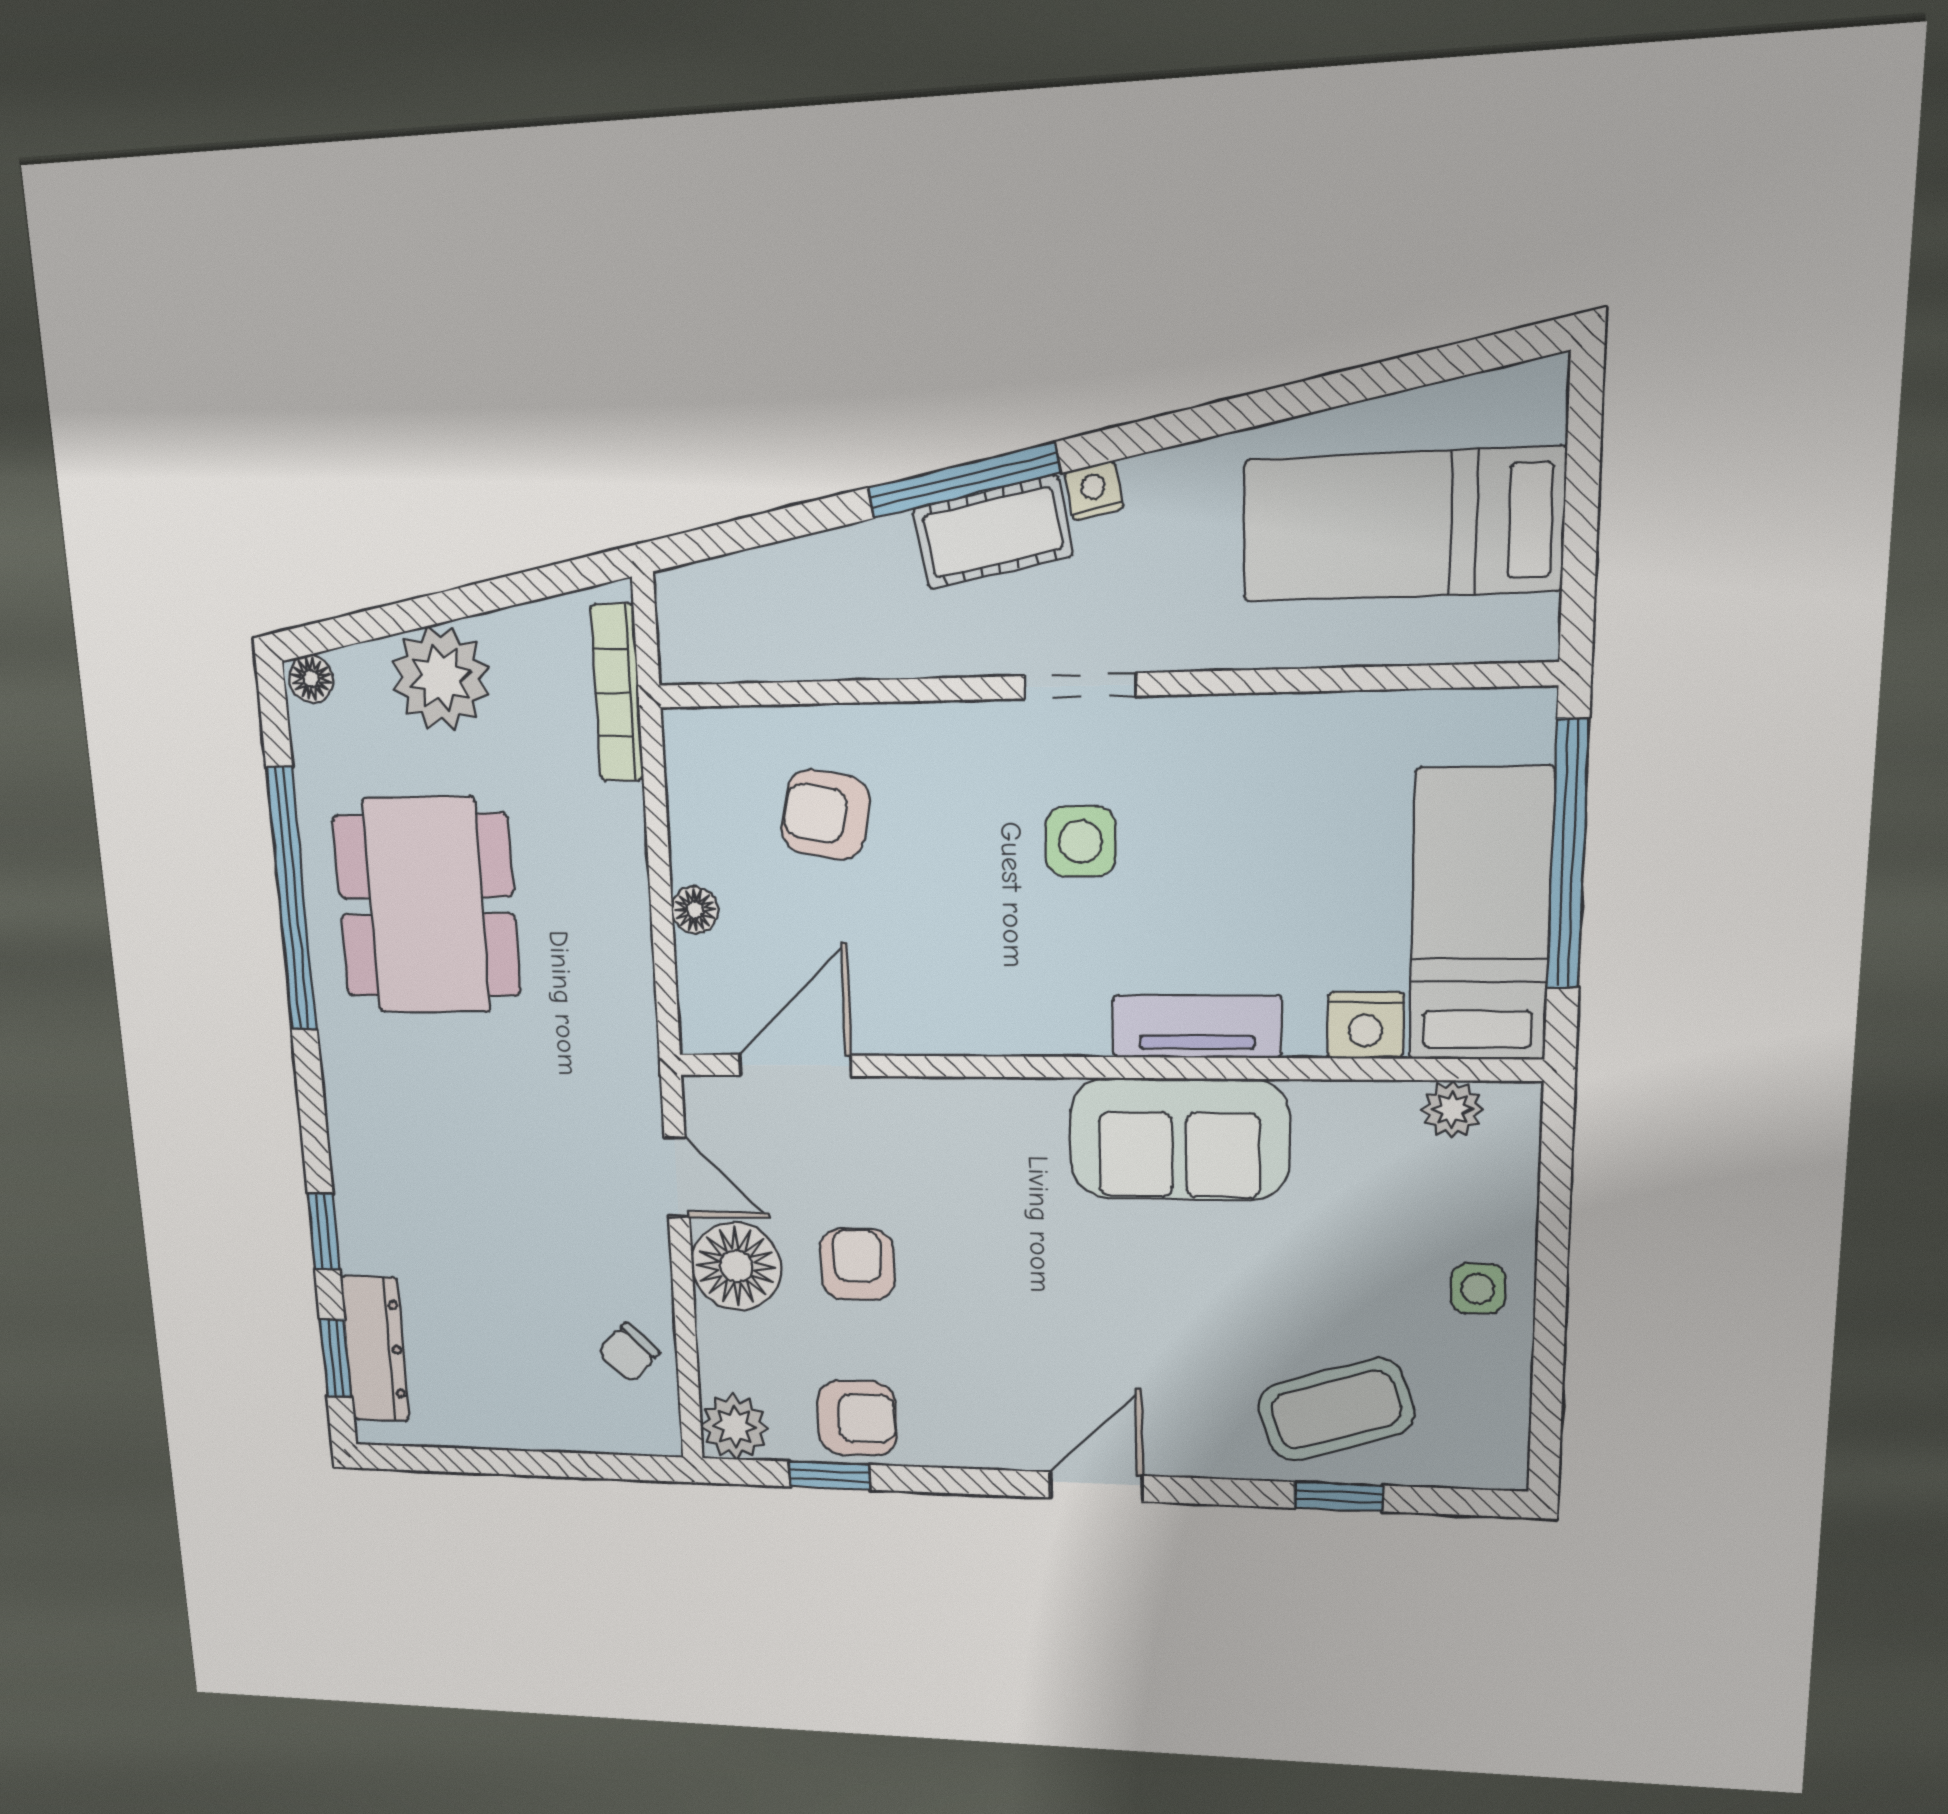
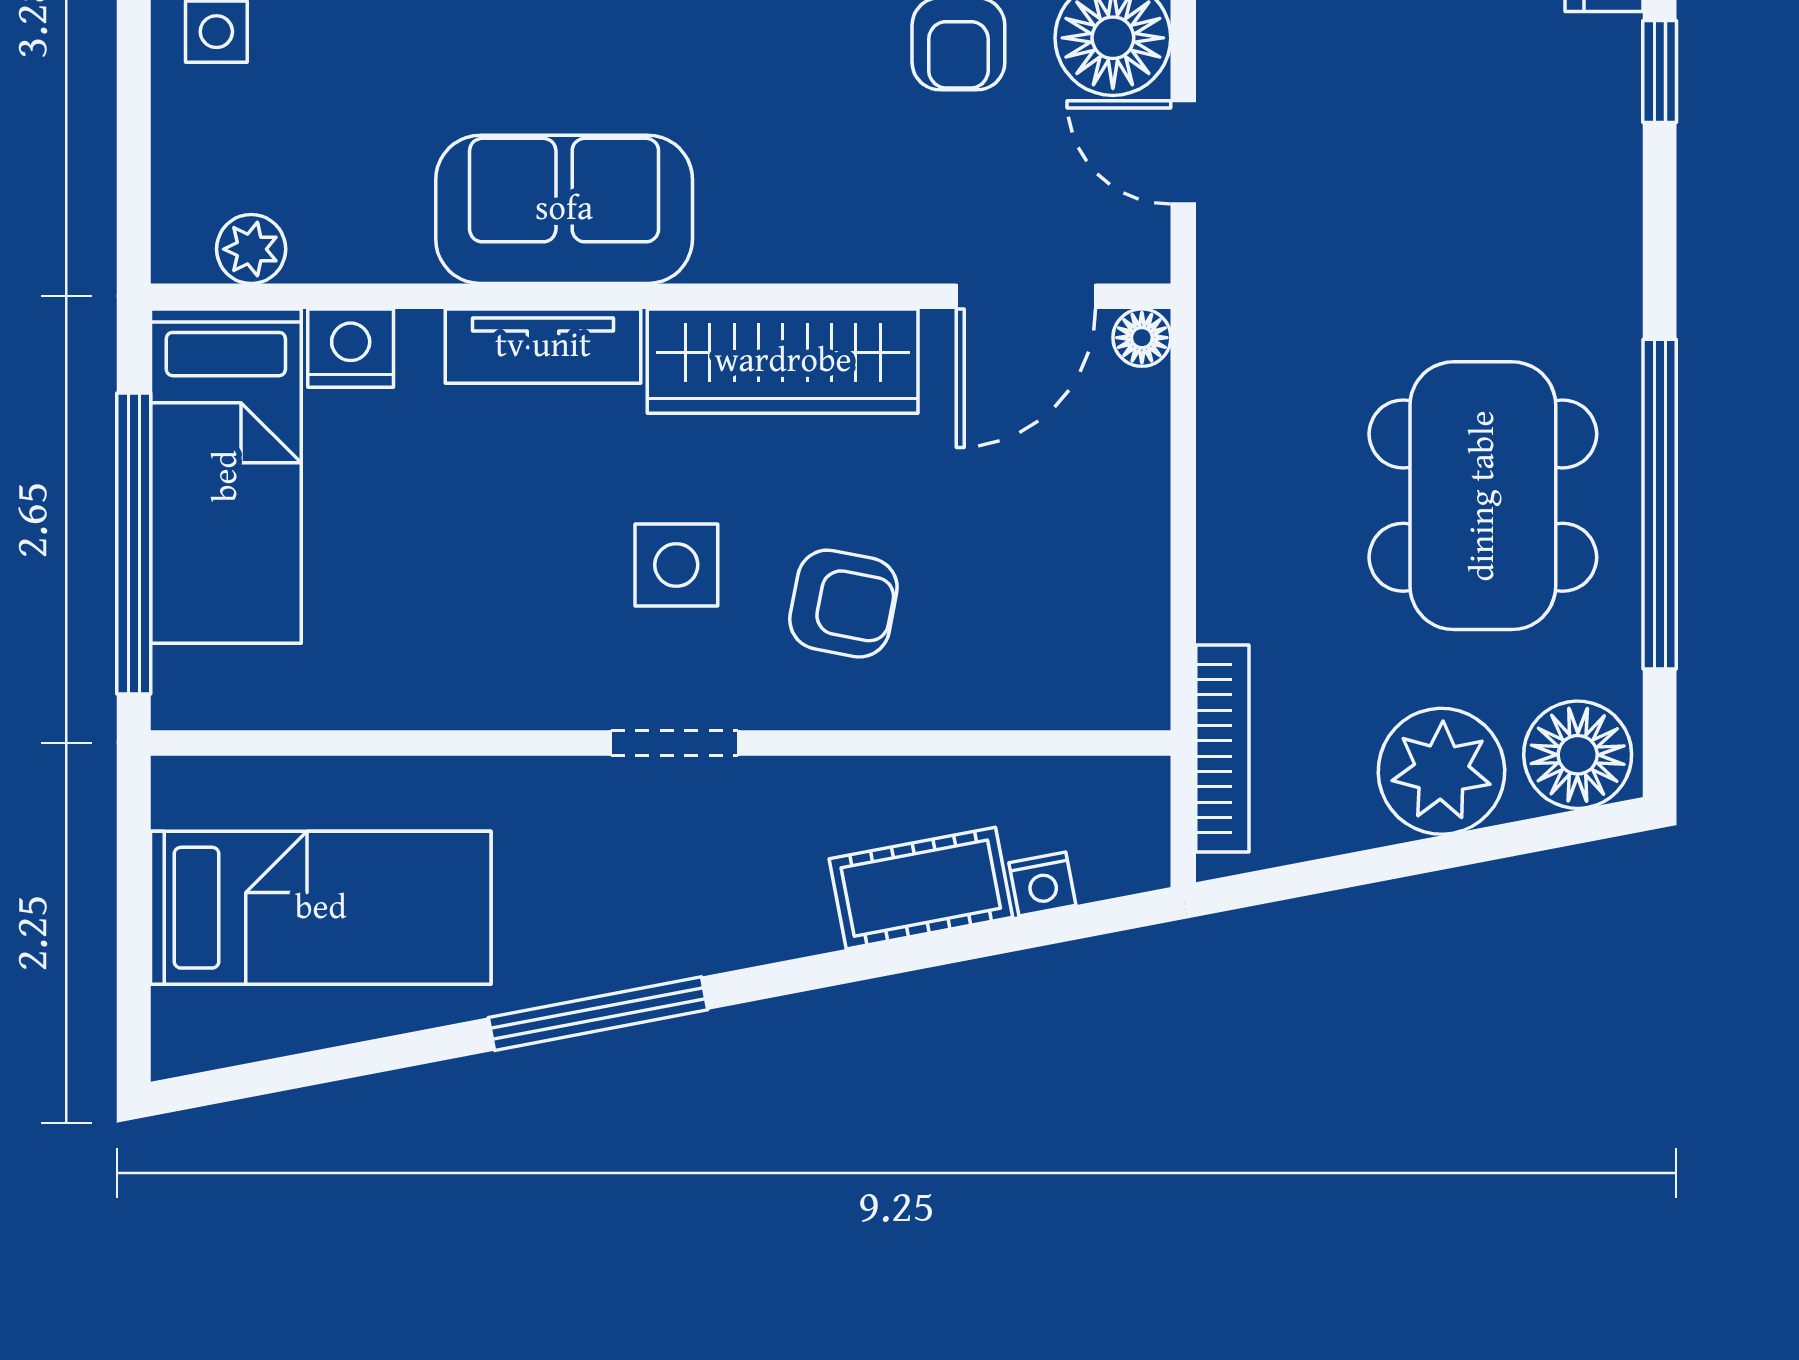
window: (964, 480) -> (598, 1014), moved
nightstand: (1094, 491) -> (1042, 884), moved
cot: (993, 532) -> (921, 888), moved
floor lamp: (311, 679) -> (1578, 755), width x1.89, depth x1.89
armchair: (825, 815) -> (843, 604), moved
floor lamp: (695, 910) -> (1142, 338), moved
wardrobe: (993, 1014) -> (783, 361), added

